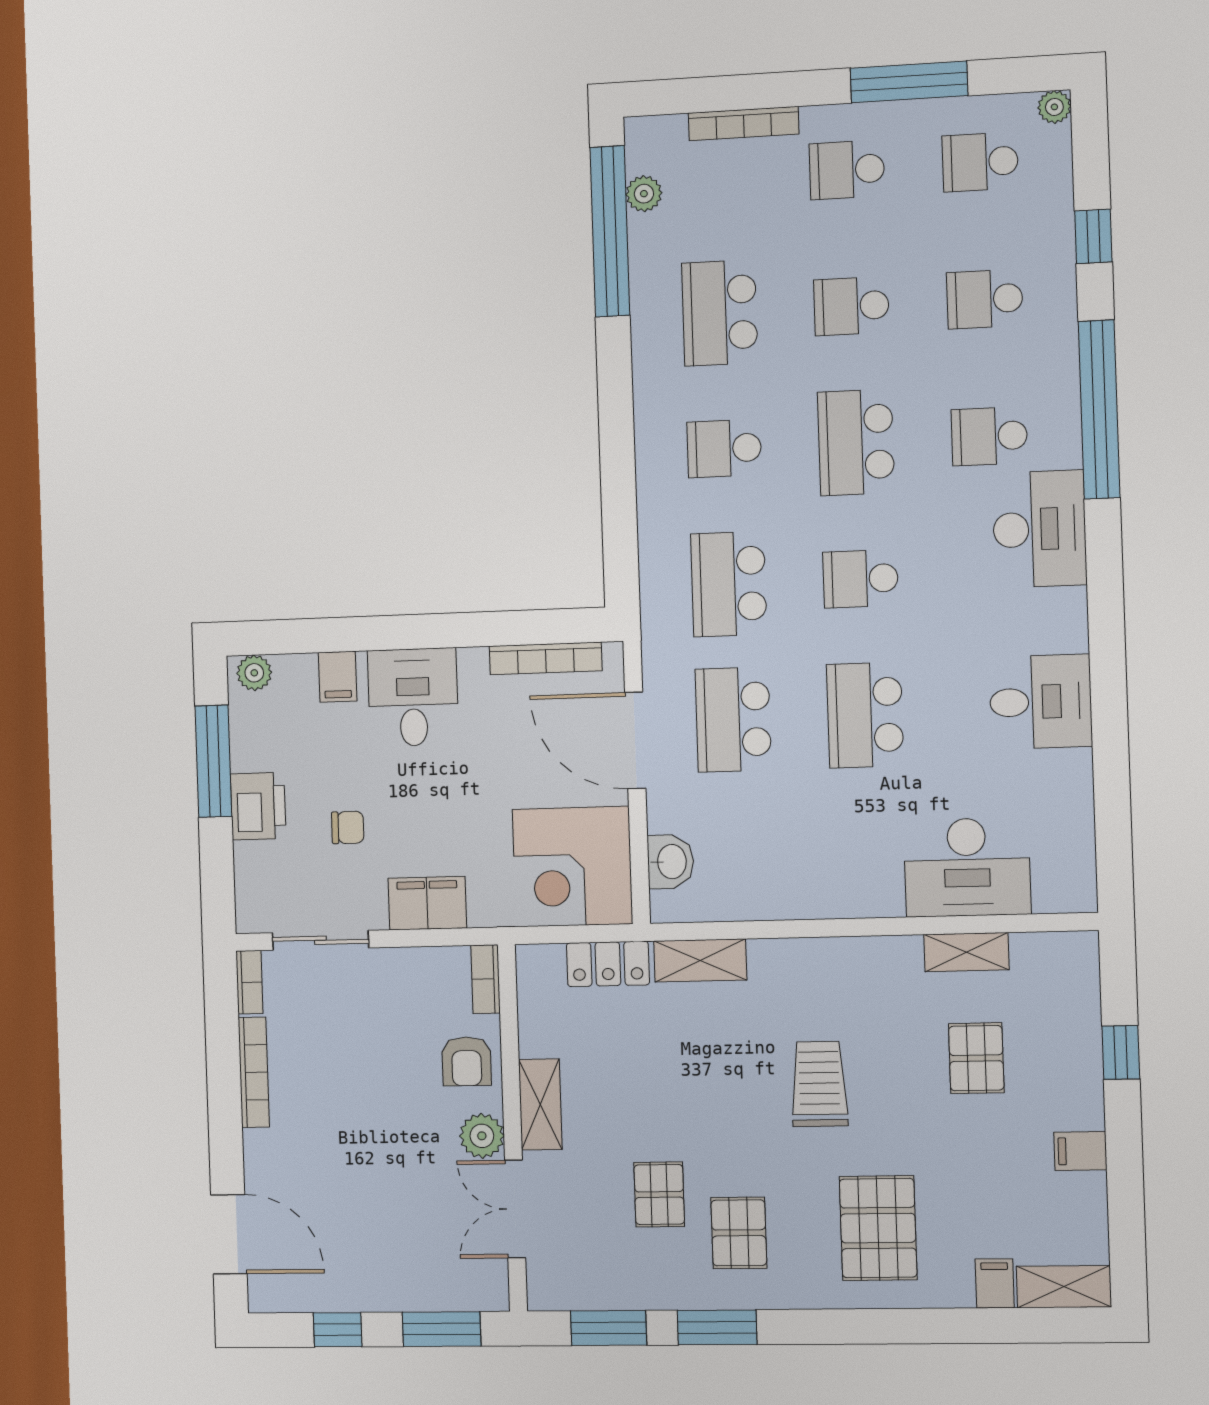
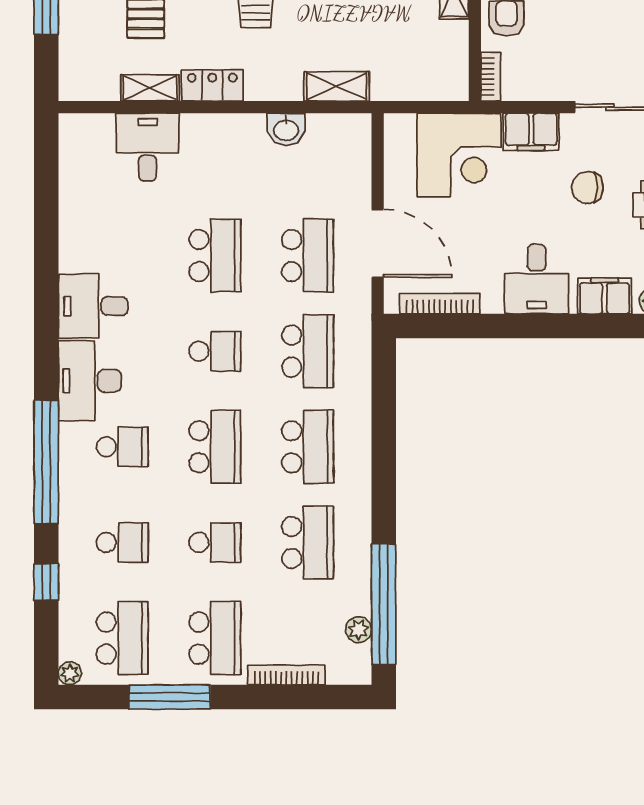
school desk: (980, 162) -> (122, 638), width x1.85
school desk: (847, 170) -> (215, 638), width x1.85
school desk: (724, 448) -> (308, 447), width x1.85
filing cabinet: (338, 677) -> (605, 296), width x2.00
desk: (1041, 702) -> (93, 306), moved
chair: (348, 827) -> (587, 188), width x1.37, depth x1.37
washbasin: (671, 862) -> (286, 129), moved, turned -90
corner desk: (572, 867) -> (459, 155), moved, turned 90
desk: (967, 867) -> (148, 147), width x0.73
locker: (608, 964) -> (212, 85), moved

